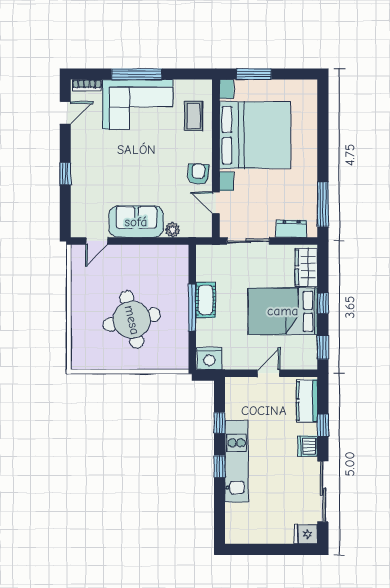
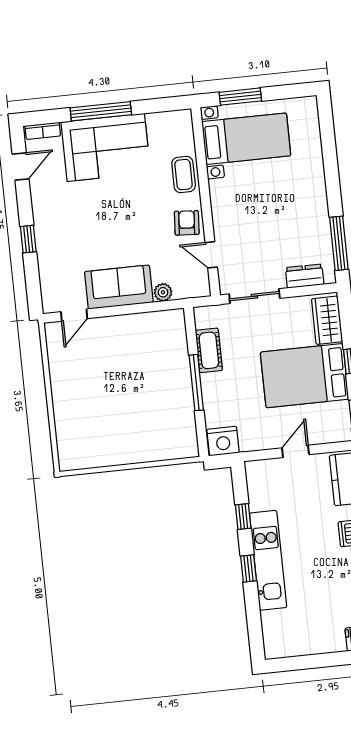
coffee table: (194, 116) -> (184, 175), moved
bed with nightstands: (255, 135) -> (246, 139), width x0.54
cot: (206, 300) -> (209, 350), moved
round table: (132, 320) -> (126, 404), removed

